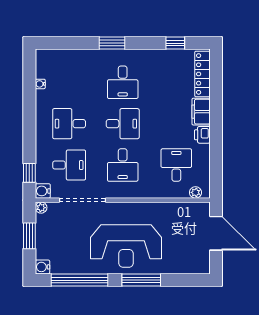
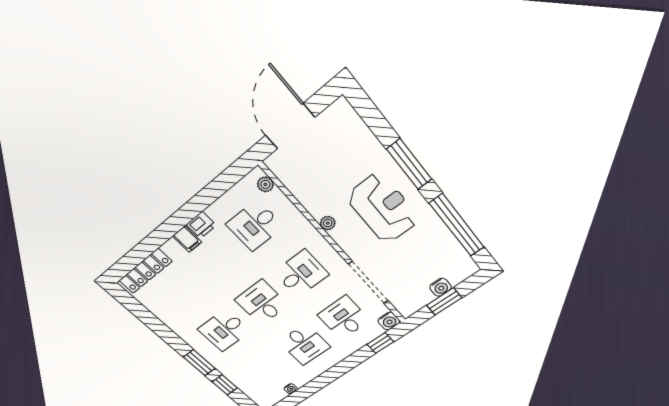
window: (175, 43) -> (225, 385), moved
desk: (123, 82) -> (224, 330), turned 180
filing cabinet: (201, 112) -> (187, 239), width x0.50
plant: (41, 208) -> (328, 223), moved
reception desk: (126, 246) -> (383, 208), width x0.74, depth x0.77
water cooler: (42, 267) -> (440, 287), moved

